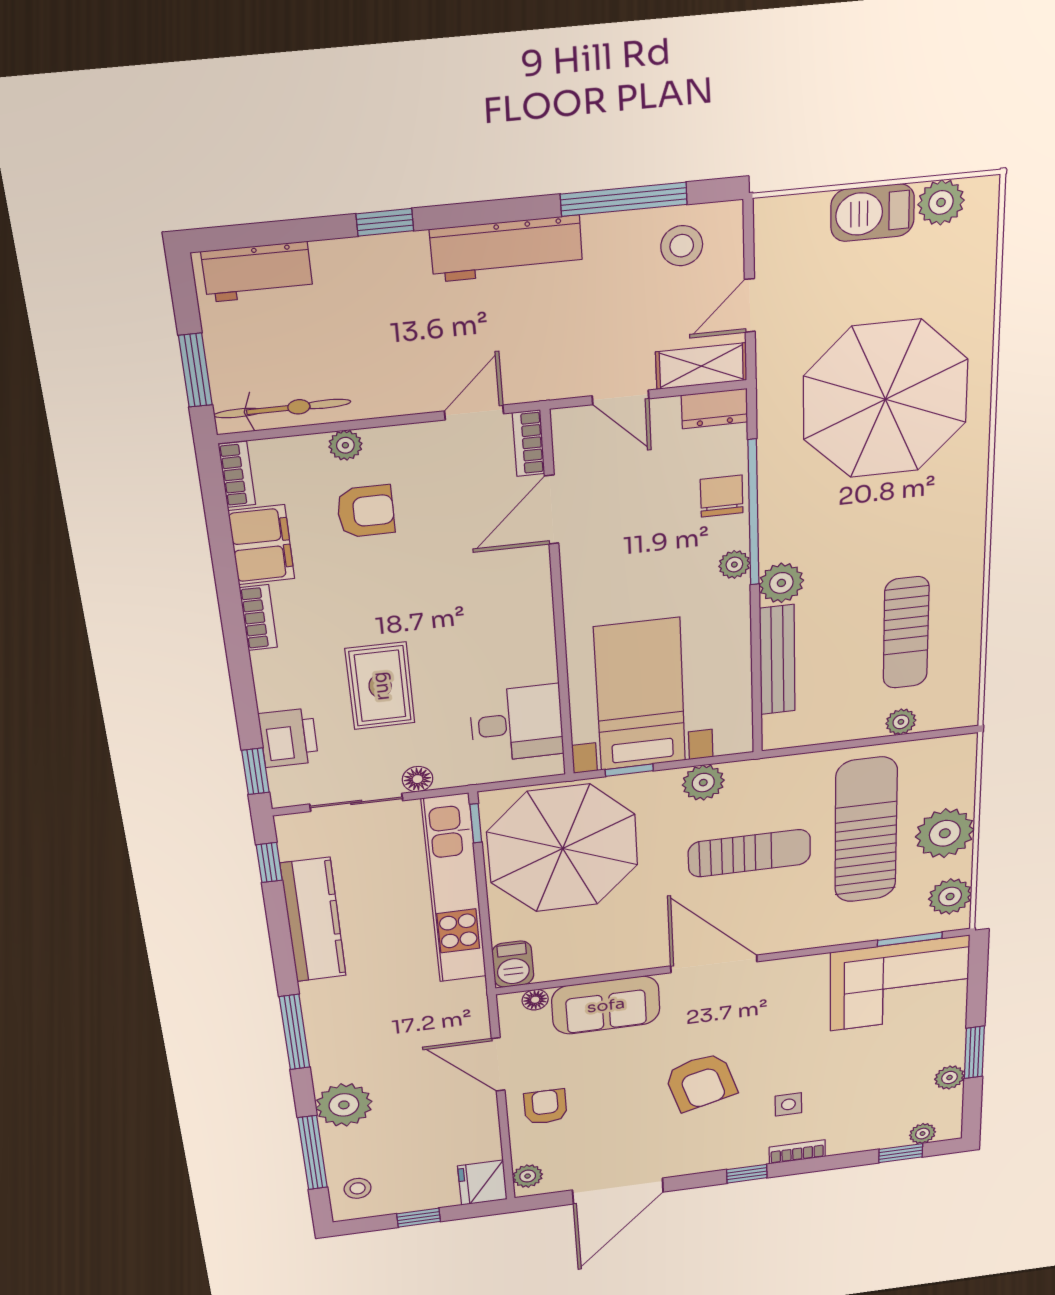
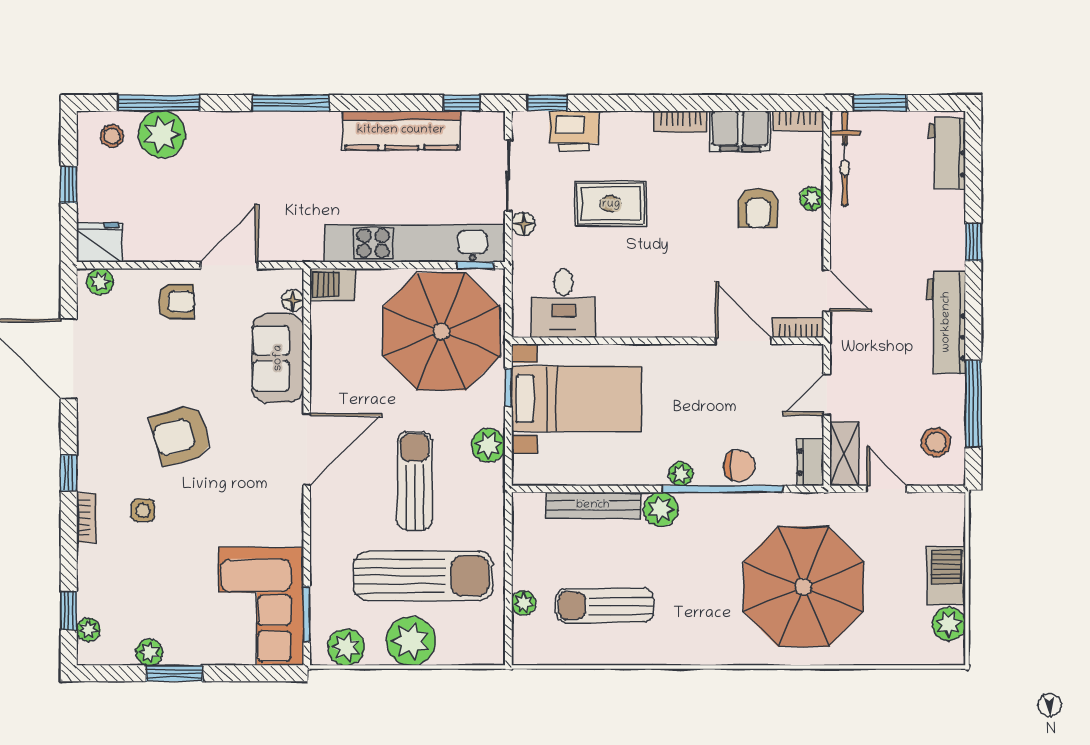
sun lounger: (749, 853) -> (415, 481), turned 180
plant: (344, 1105) -> (162, 134), moved

